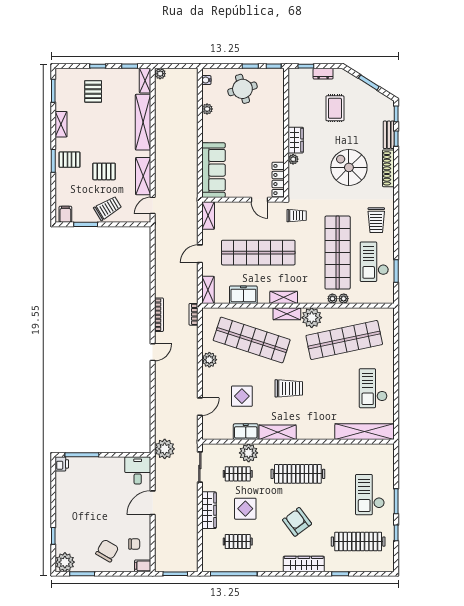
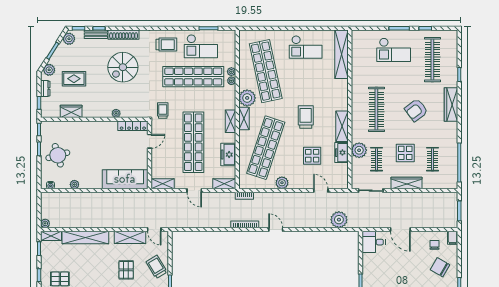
plant: (346, 78) -> (49, 70), added
plant: (383, 102) -> (69, 39), added
wardrobe: (296, 140) -> (71, 111), moved
plant: (165, 449) -> (339, 220), moved

